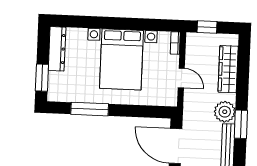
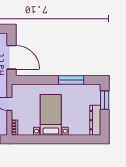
bed with nightstands: (121, 59) -> (51, 115), width x0.73

